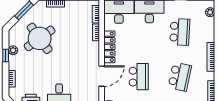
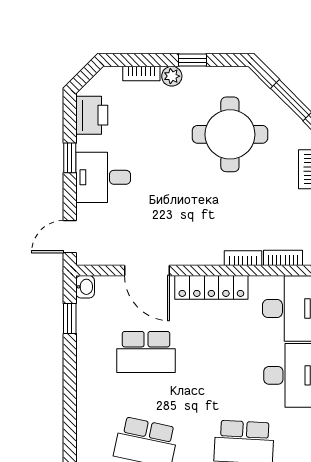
round table: (40, 38) -> (230, 134), turned 36
plant: (13, 50) -> (172, 76), moved

